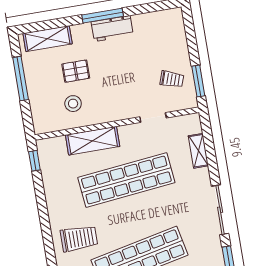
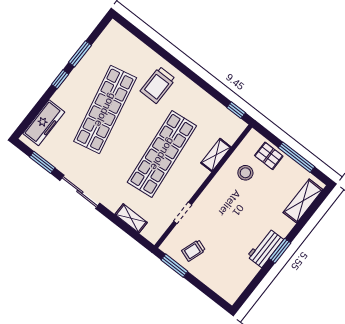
window: (103, 16) -> (280, 251), width x0.69
pallet: (76, 71) -> (269, 156), moved, turned 90
shelving: (93, 141) -> (216, 155), width x0.67, depth x0.75

